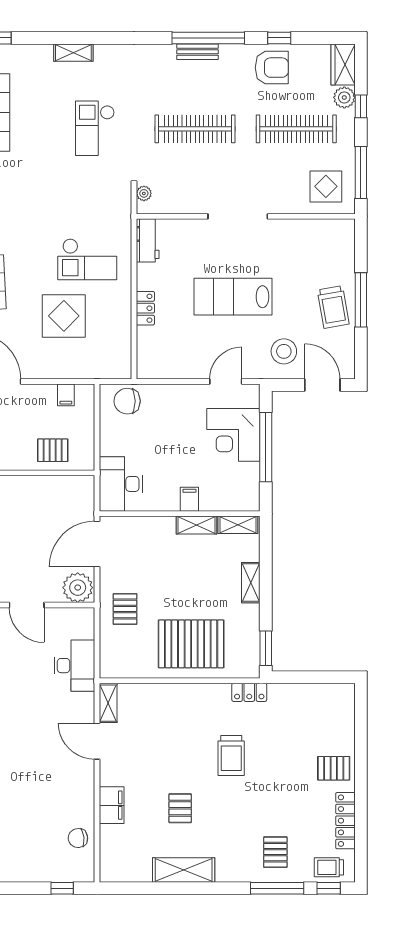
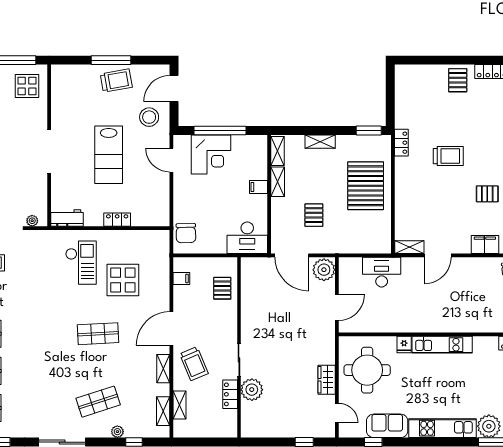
pallet: (125, 609) -> (314, 215), moved, turned 90

